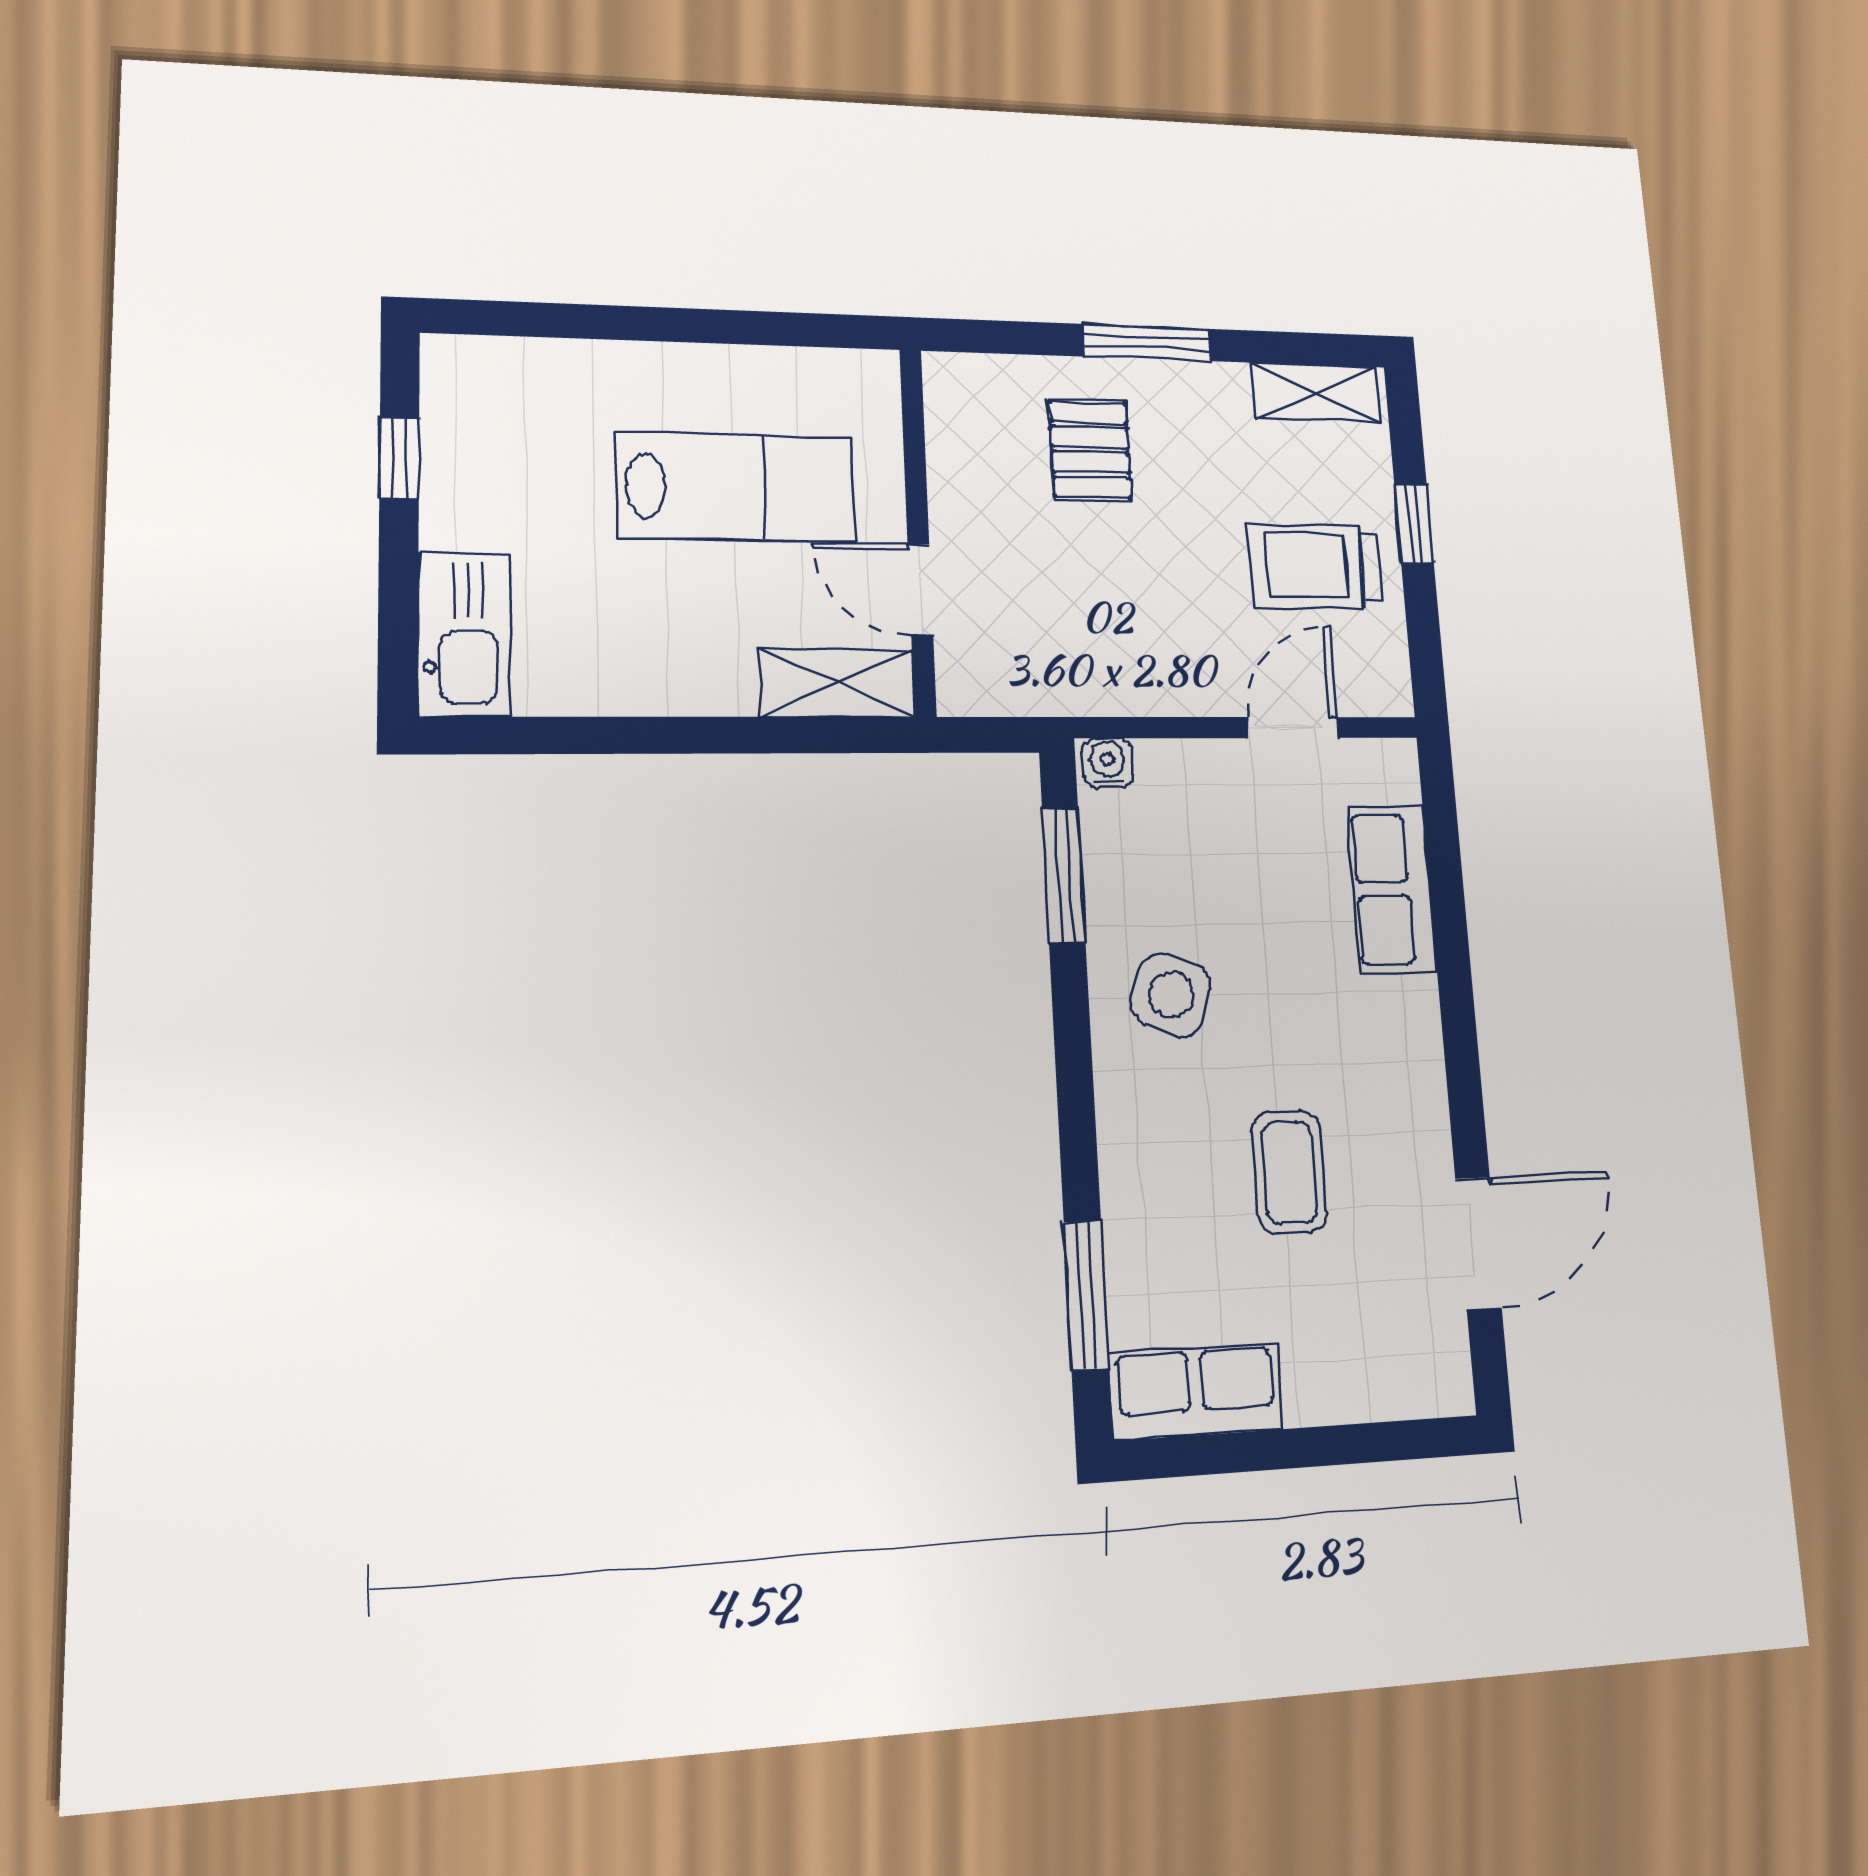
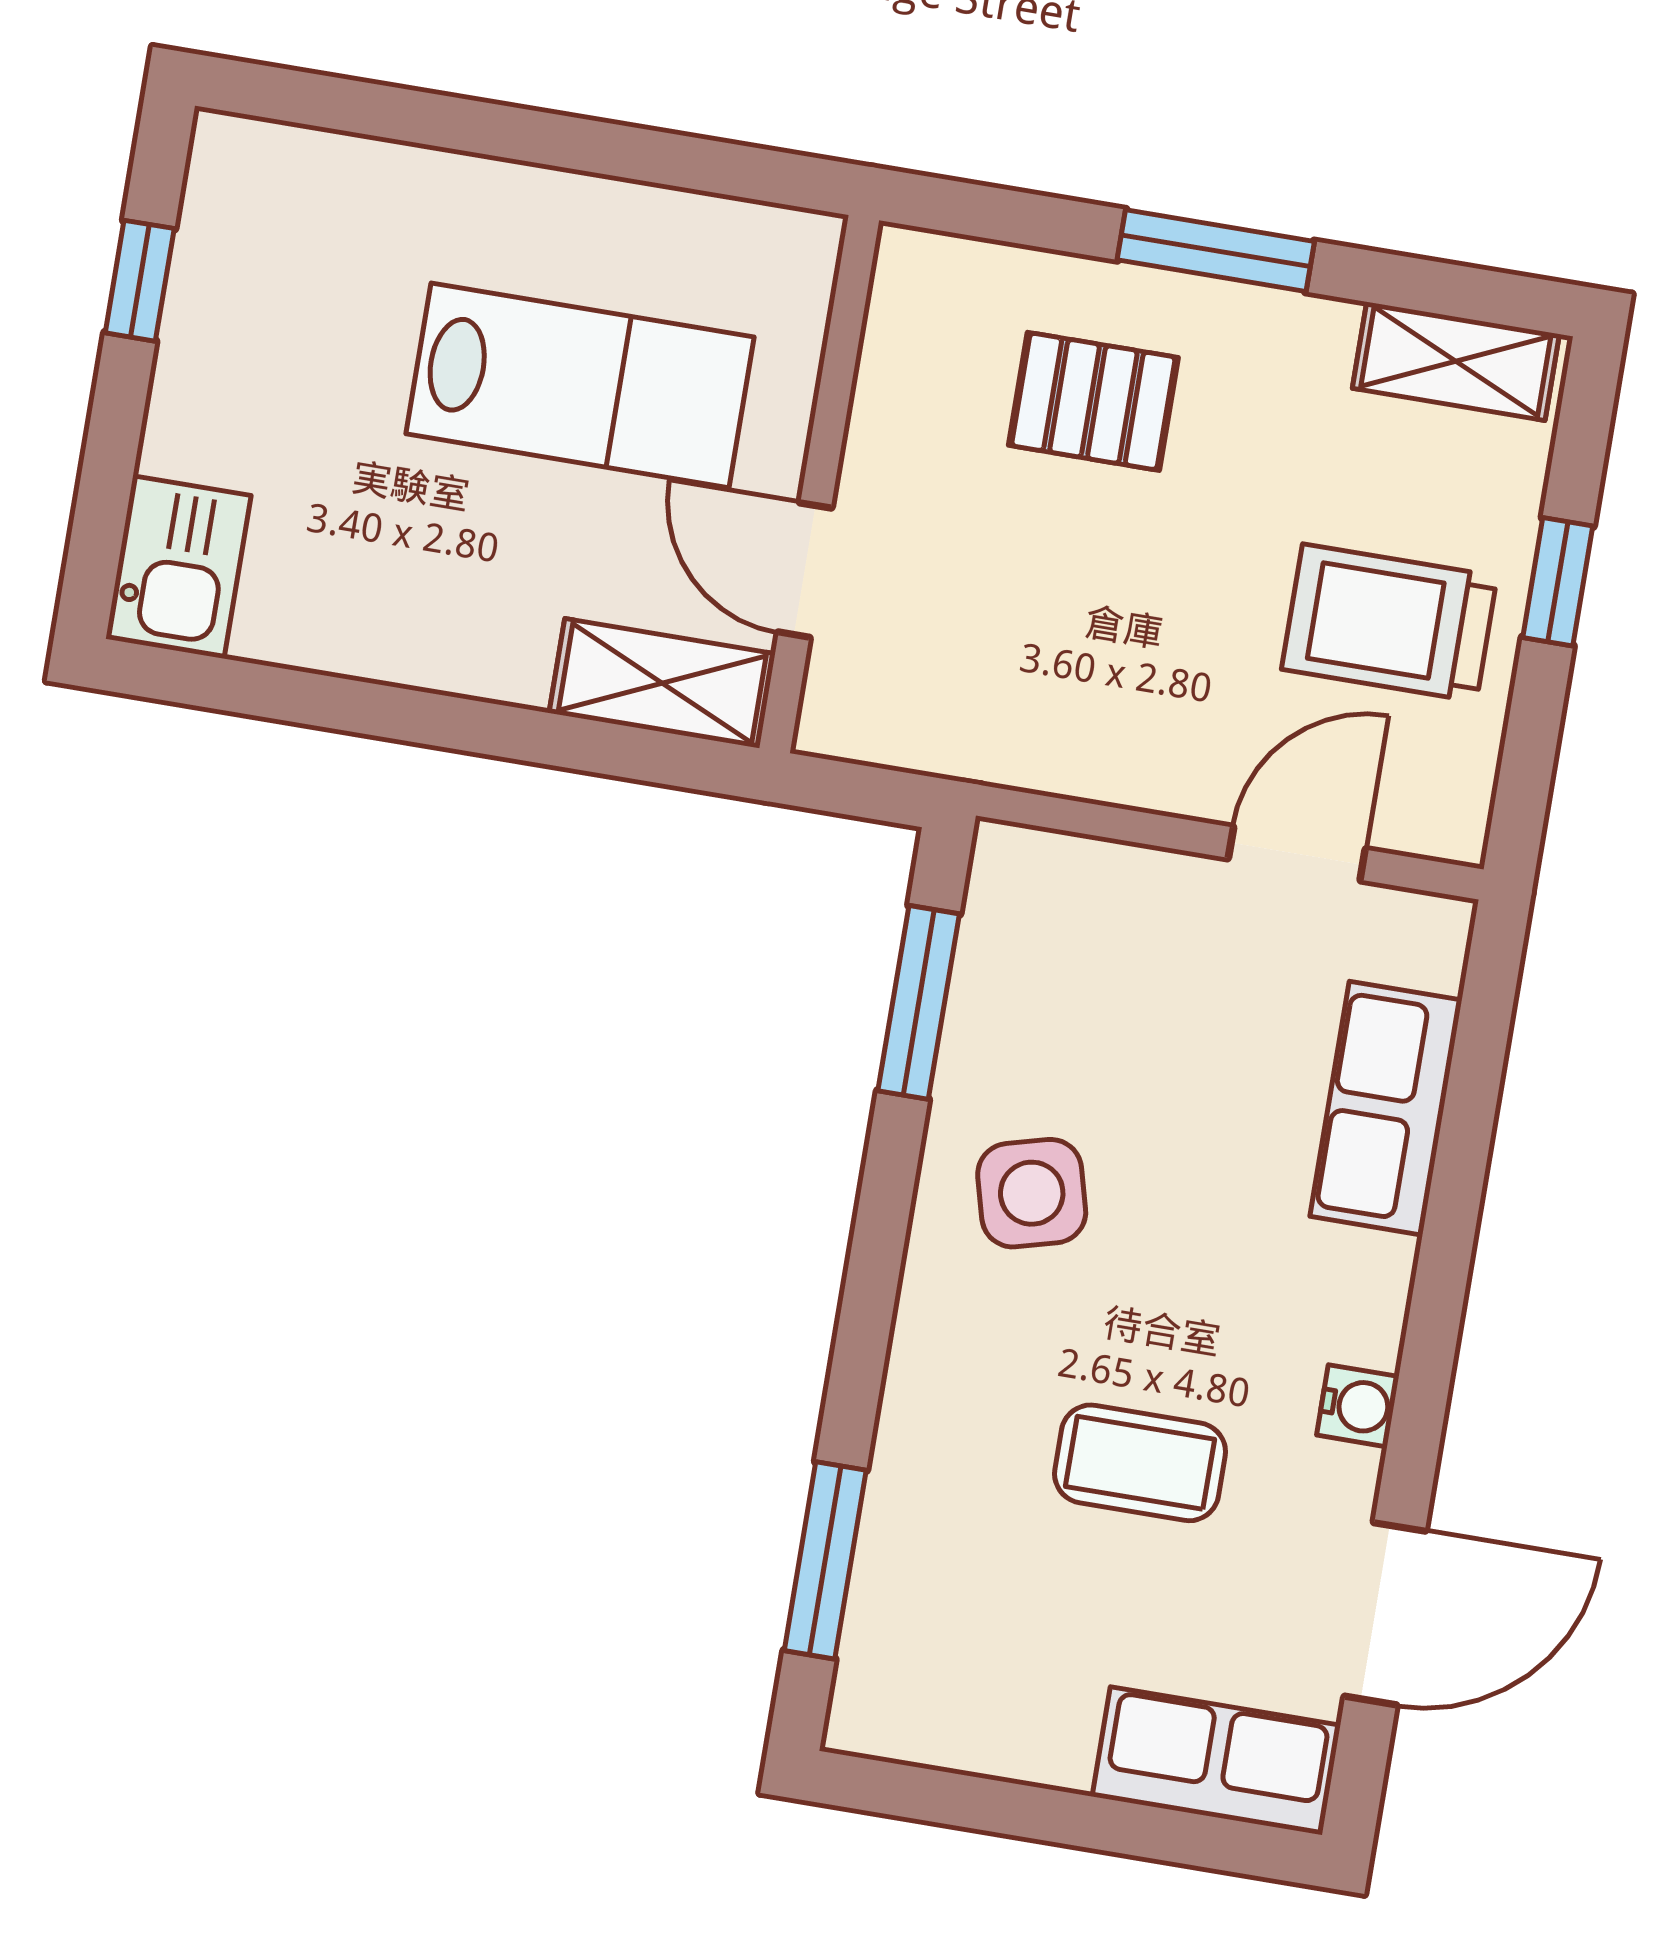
pallet: (1090, 450) -> (1093, 401), turned 90
kitchen sink: (464, 634) -> (178, 567), width x0.73
water cooler: (1108, 763) -> (1358, 1406), moved, turned 90
side table: (1171, 995) -> (1032, 1193), turned -35
coffee table: (1289, 1172) -> (1140, 1463), turned 90
row of seats: (1196, 1392) -> (1216, 1761), moved

